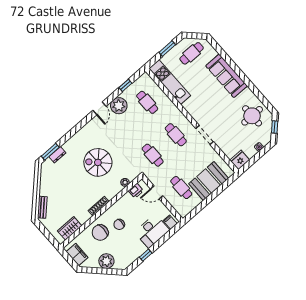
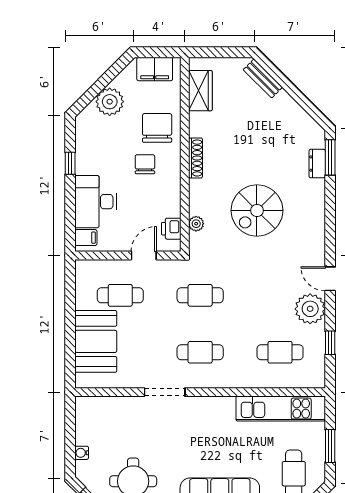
fridge: (240, 160) -> (87, 410), removed
spiral stairs: (98, 162) -> (257, 211), turned 180

